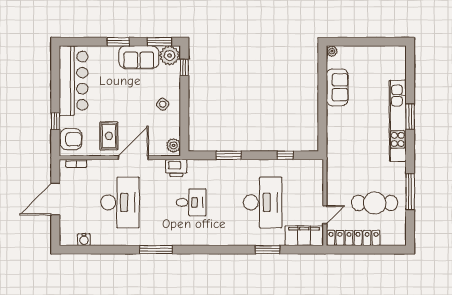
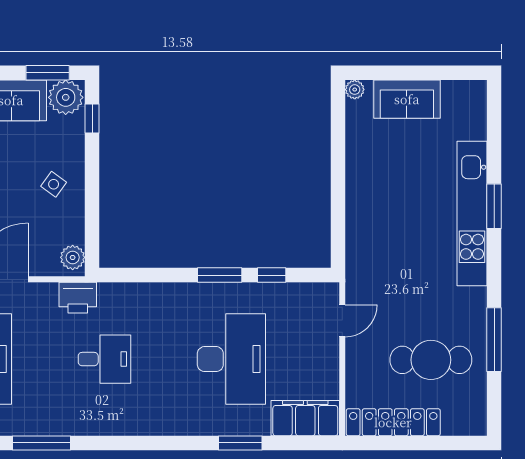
sofa: (337, 87) -> (407, 99), moved, turned 90
window: (229, 155) -> (220, 275), moved
door: (325, 215) -> (342, 321), moved

